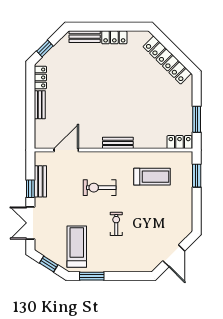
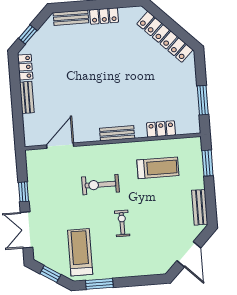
locker: (180, 142) -> (161, 129), moved
bench: (40, 181) -> (200, 207), moved

